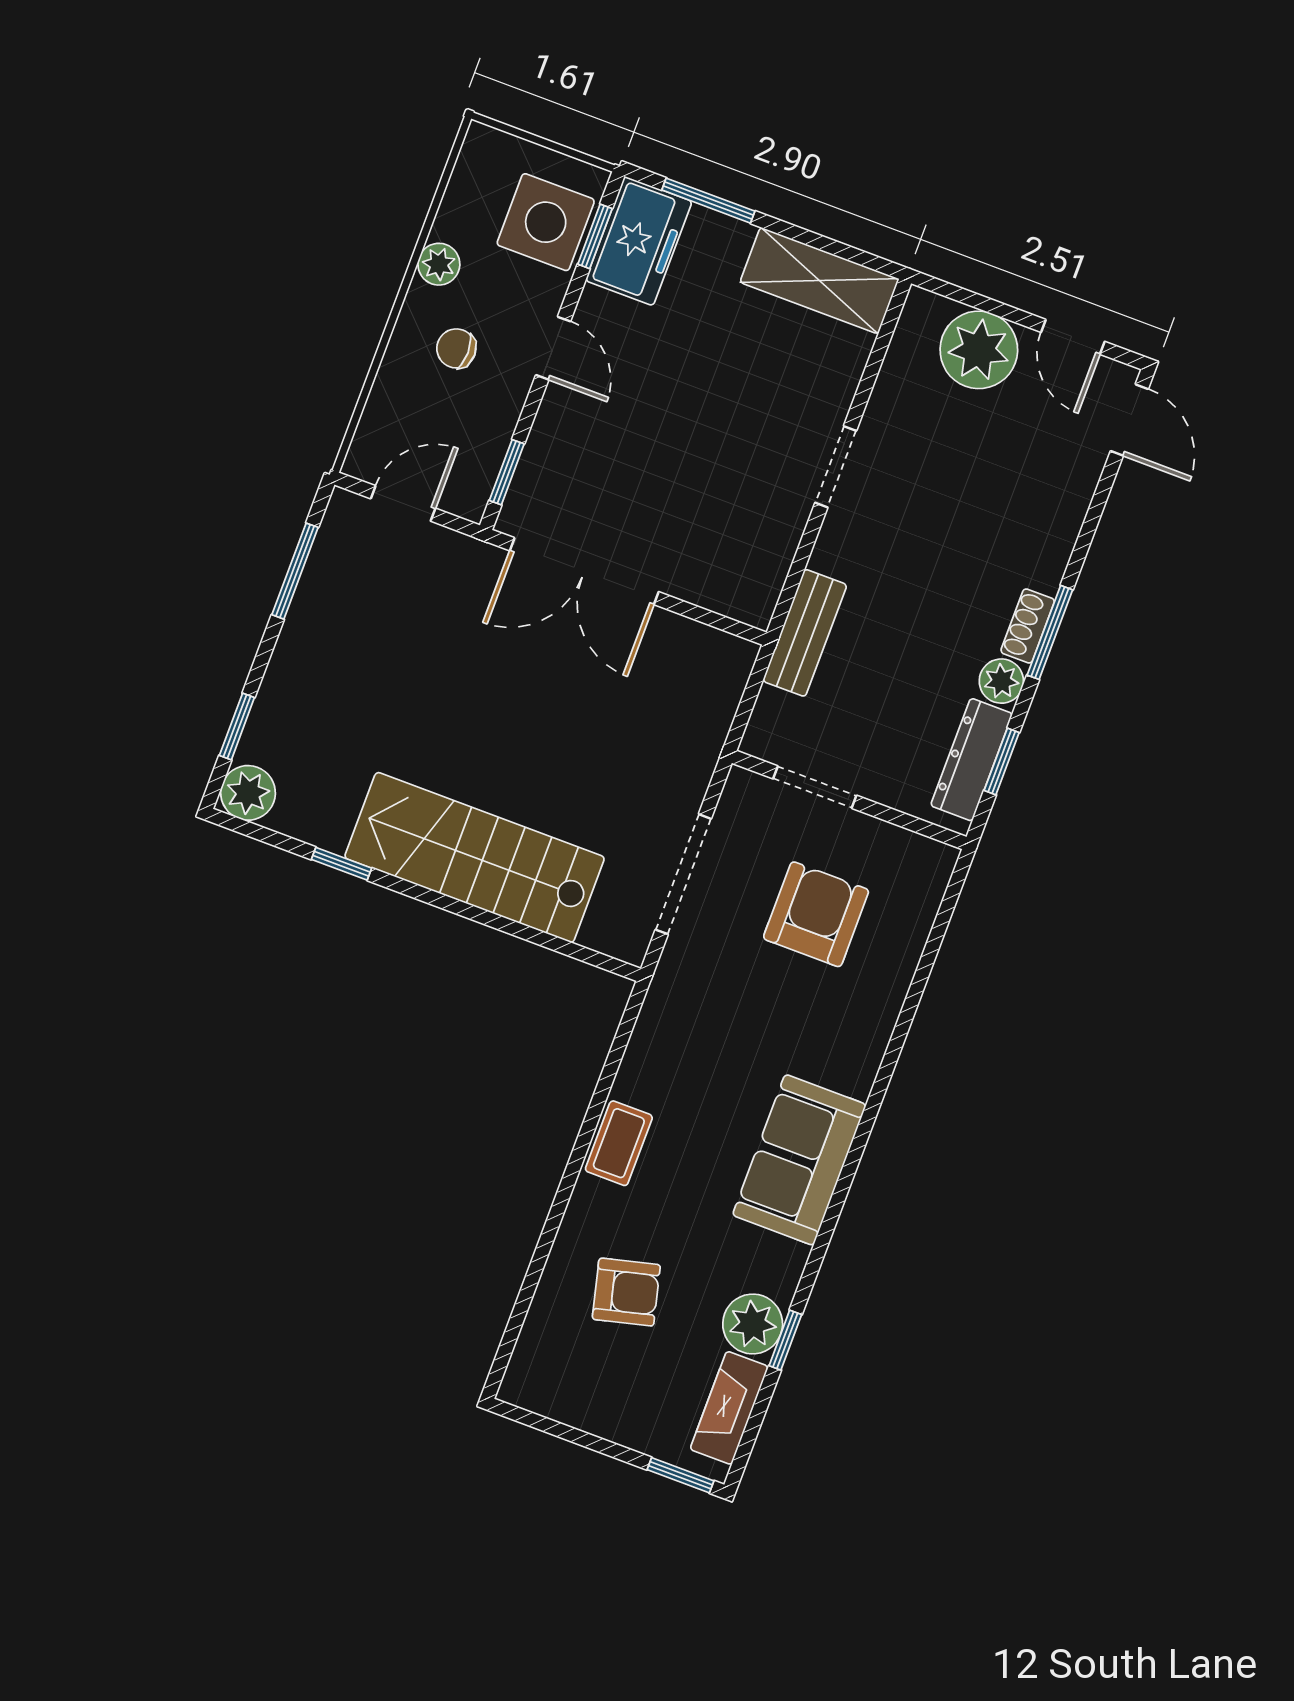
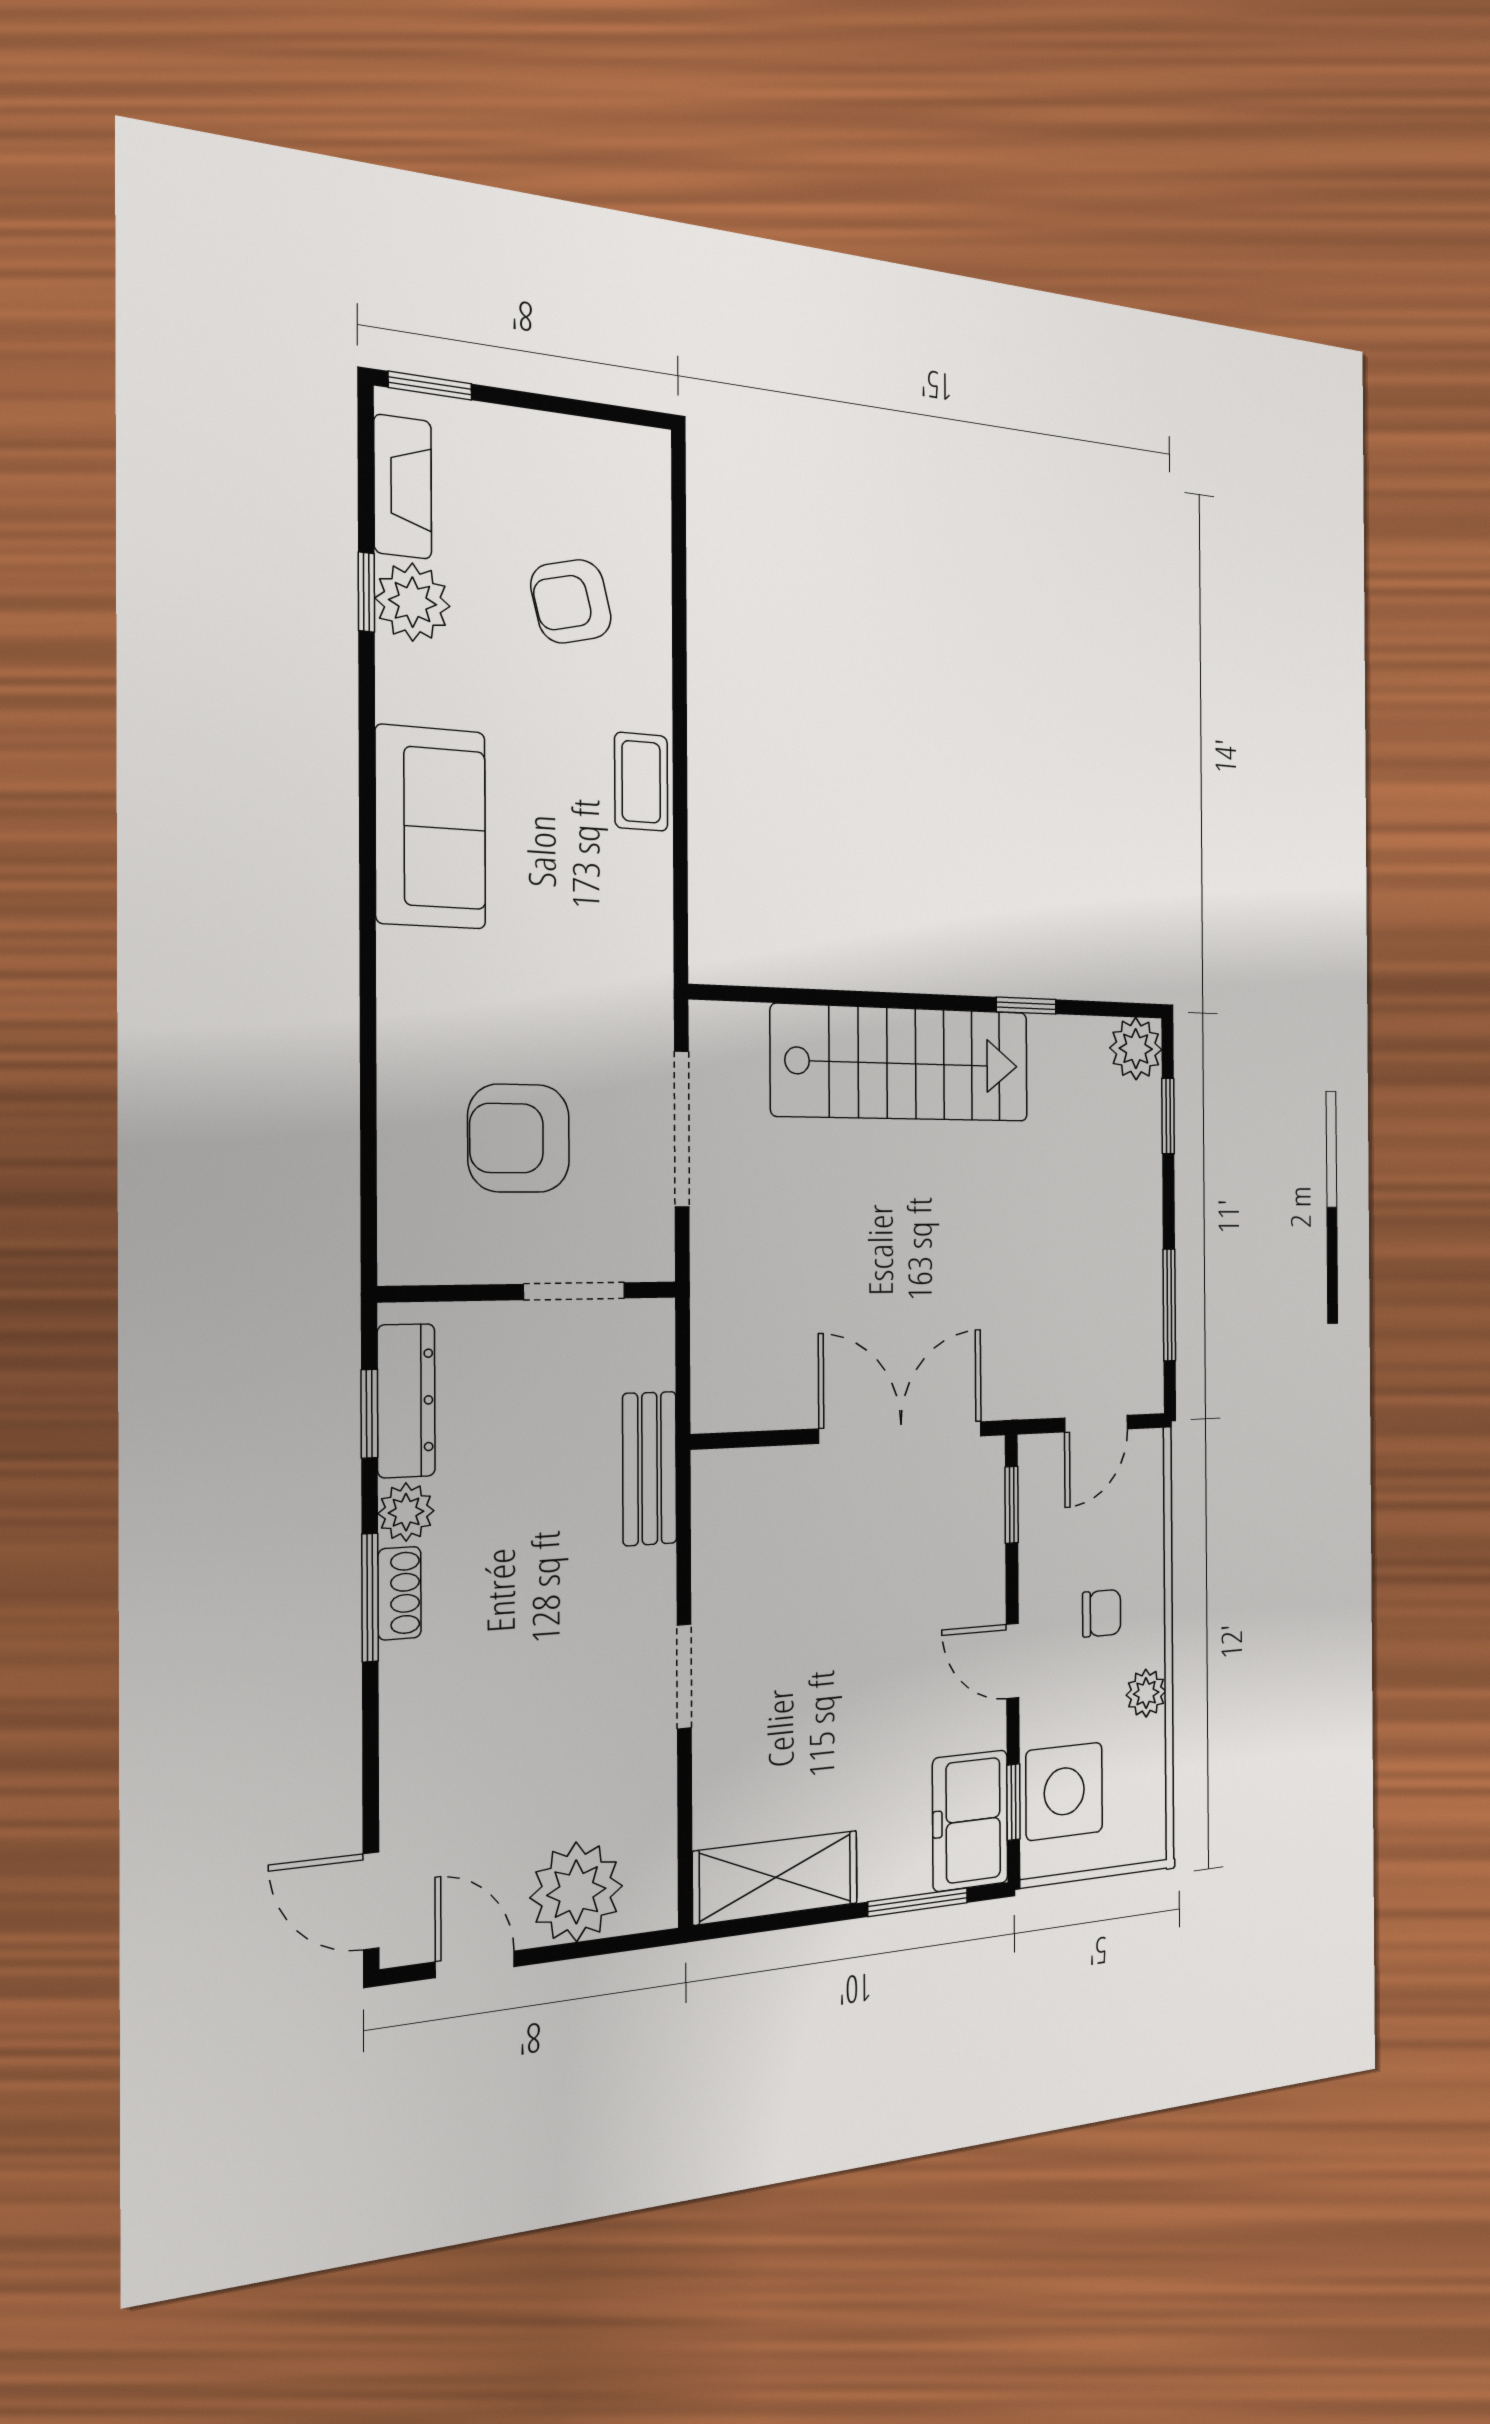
armchair: (816, 914) -> (519, 1138), turned 90

